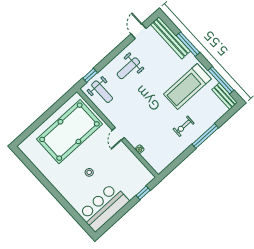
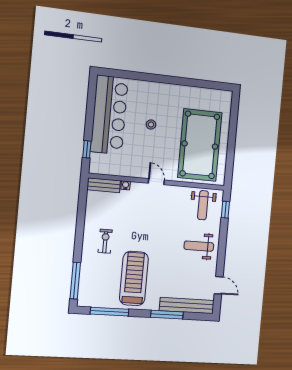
weight bench: (128, 68) -> (199, 246), turned -90
weight bench: (102, 92) -> (203, 205), turned -90
bench: (225, 96) -> (104, 185), moved
window: (205, 136) -> (75, 281), moved
bar counter: (104, 207) -> (109, 115), width x1.36

